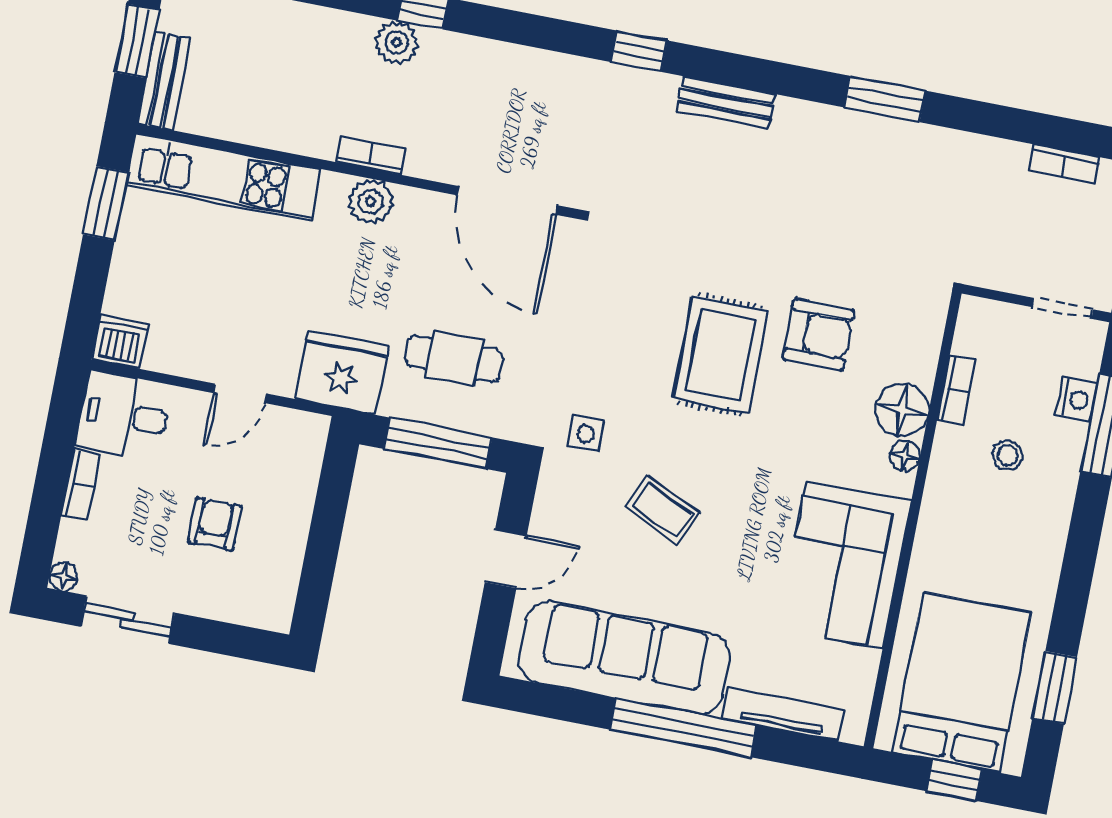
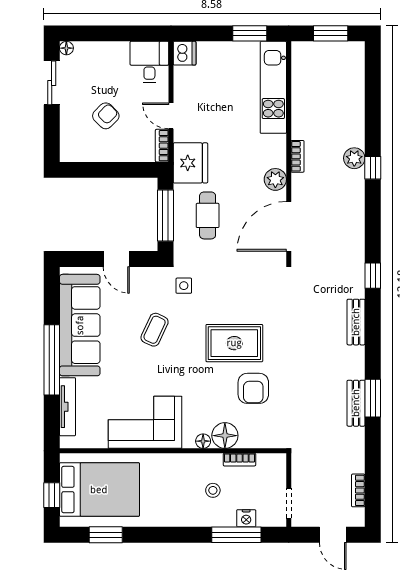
bench: (164, 81) -> (356, 403), moved, turned 90
plant: (371, 202) -> (275, 179), moved
bookcase: (81, 485) -> (162, 146), moved, turned 90
armchair: (215, 524) -> (106, 116), turned -45

